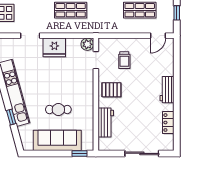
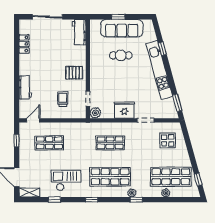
workbench: (167, 90) -> (25, 87), moved
workbench: (106, 122) -> (79, 32), moved
window: (80, 153) -> (118, 17), moved

